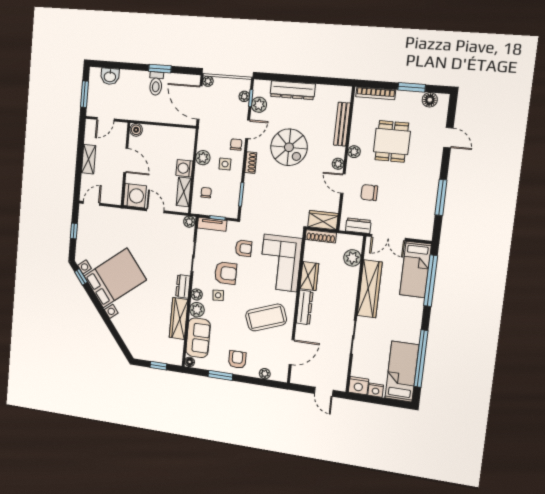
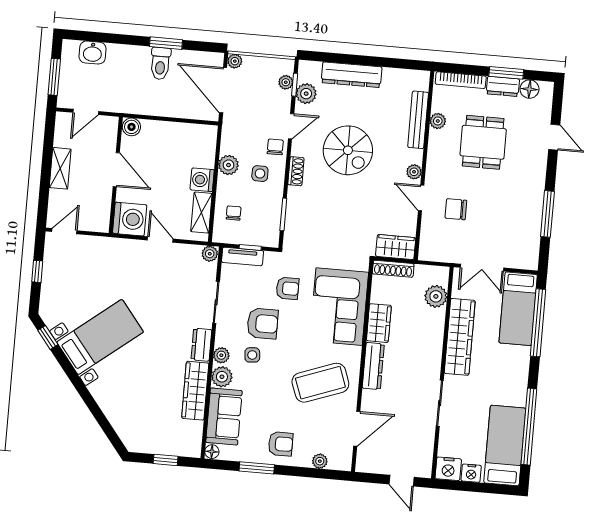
plant: (354, 152) -> (438, 121), moved
dresser: (358, 226) -> (503, 86), moved, turned 180
bed with nightstands: (115, 278) -> (100, 337), width x0.73
armchair: (237, 360) -> (281, 444), turned 90

